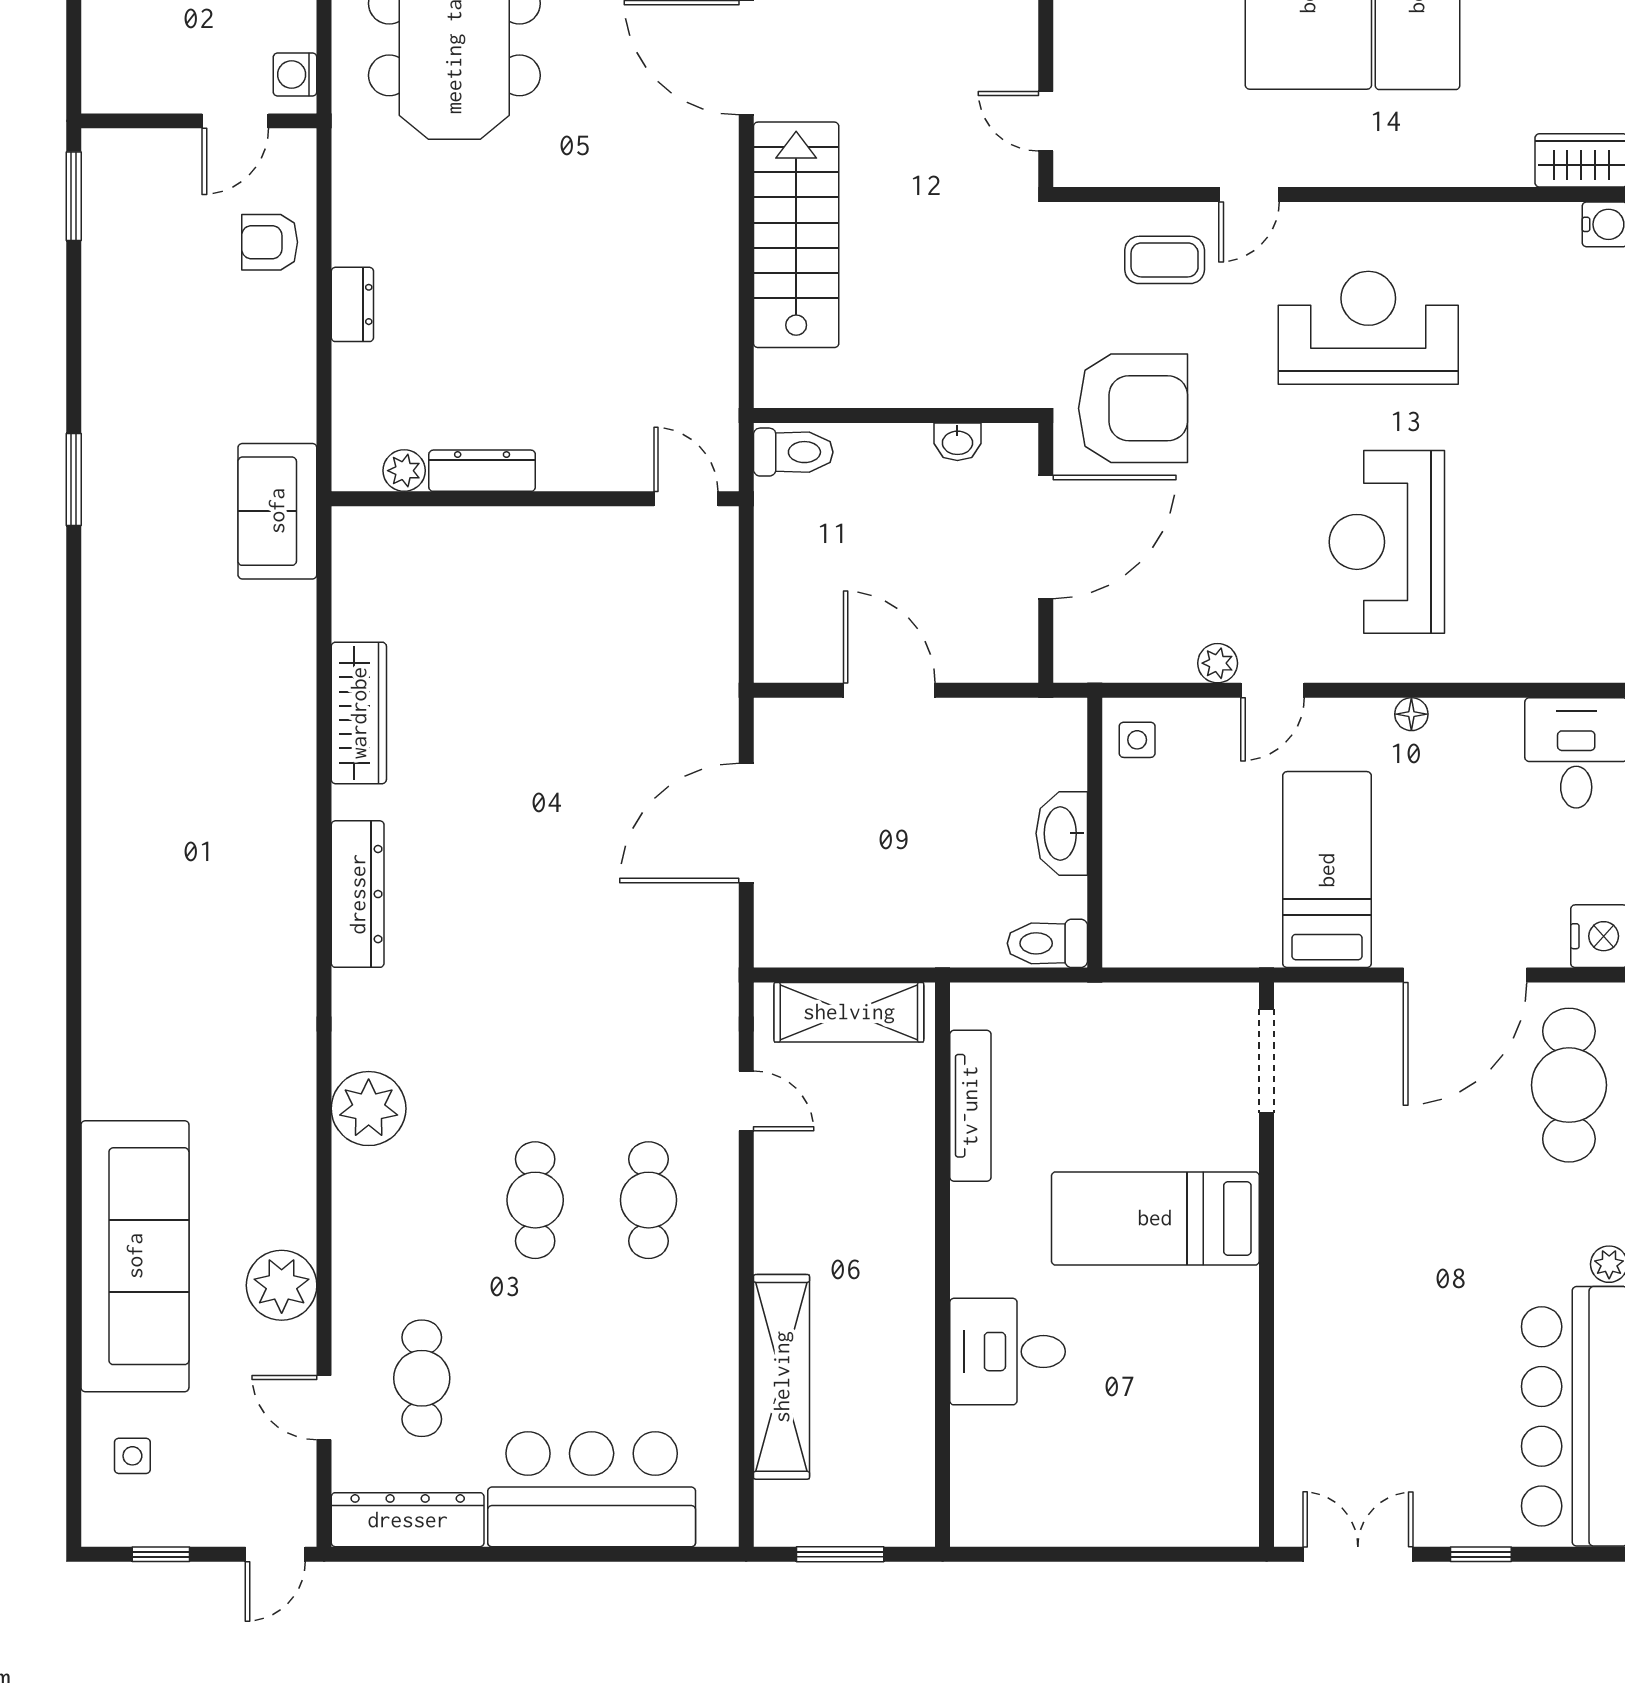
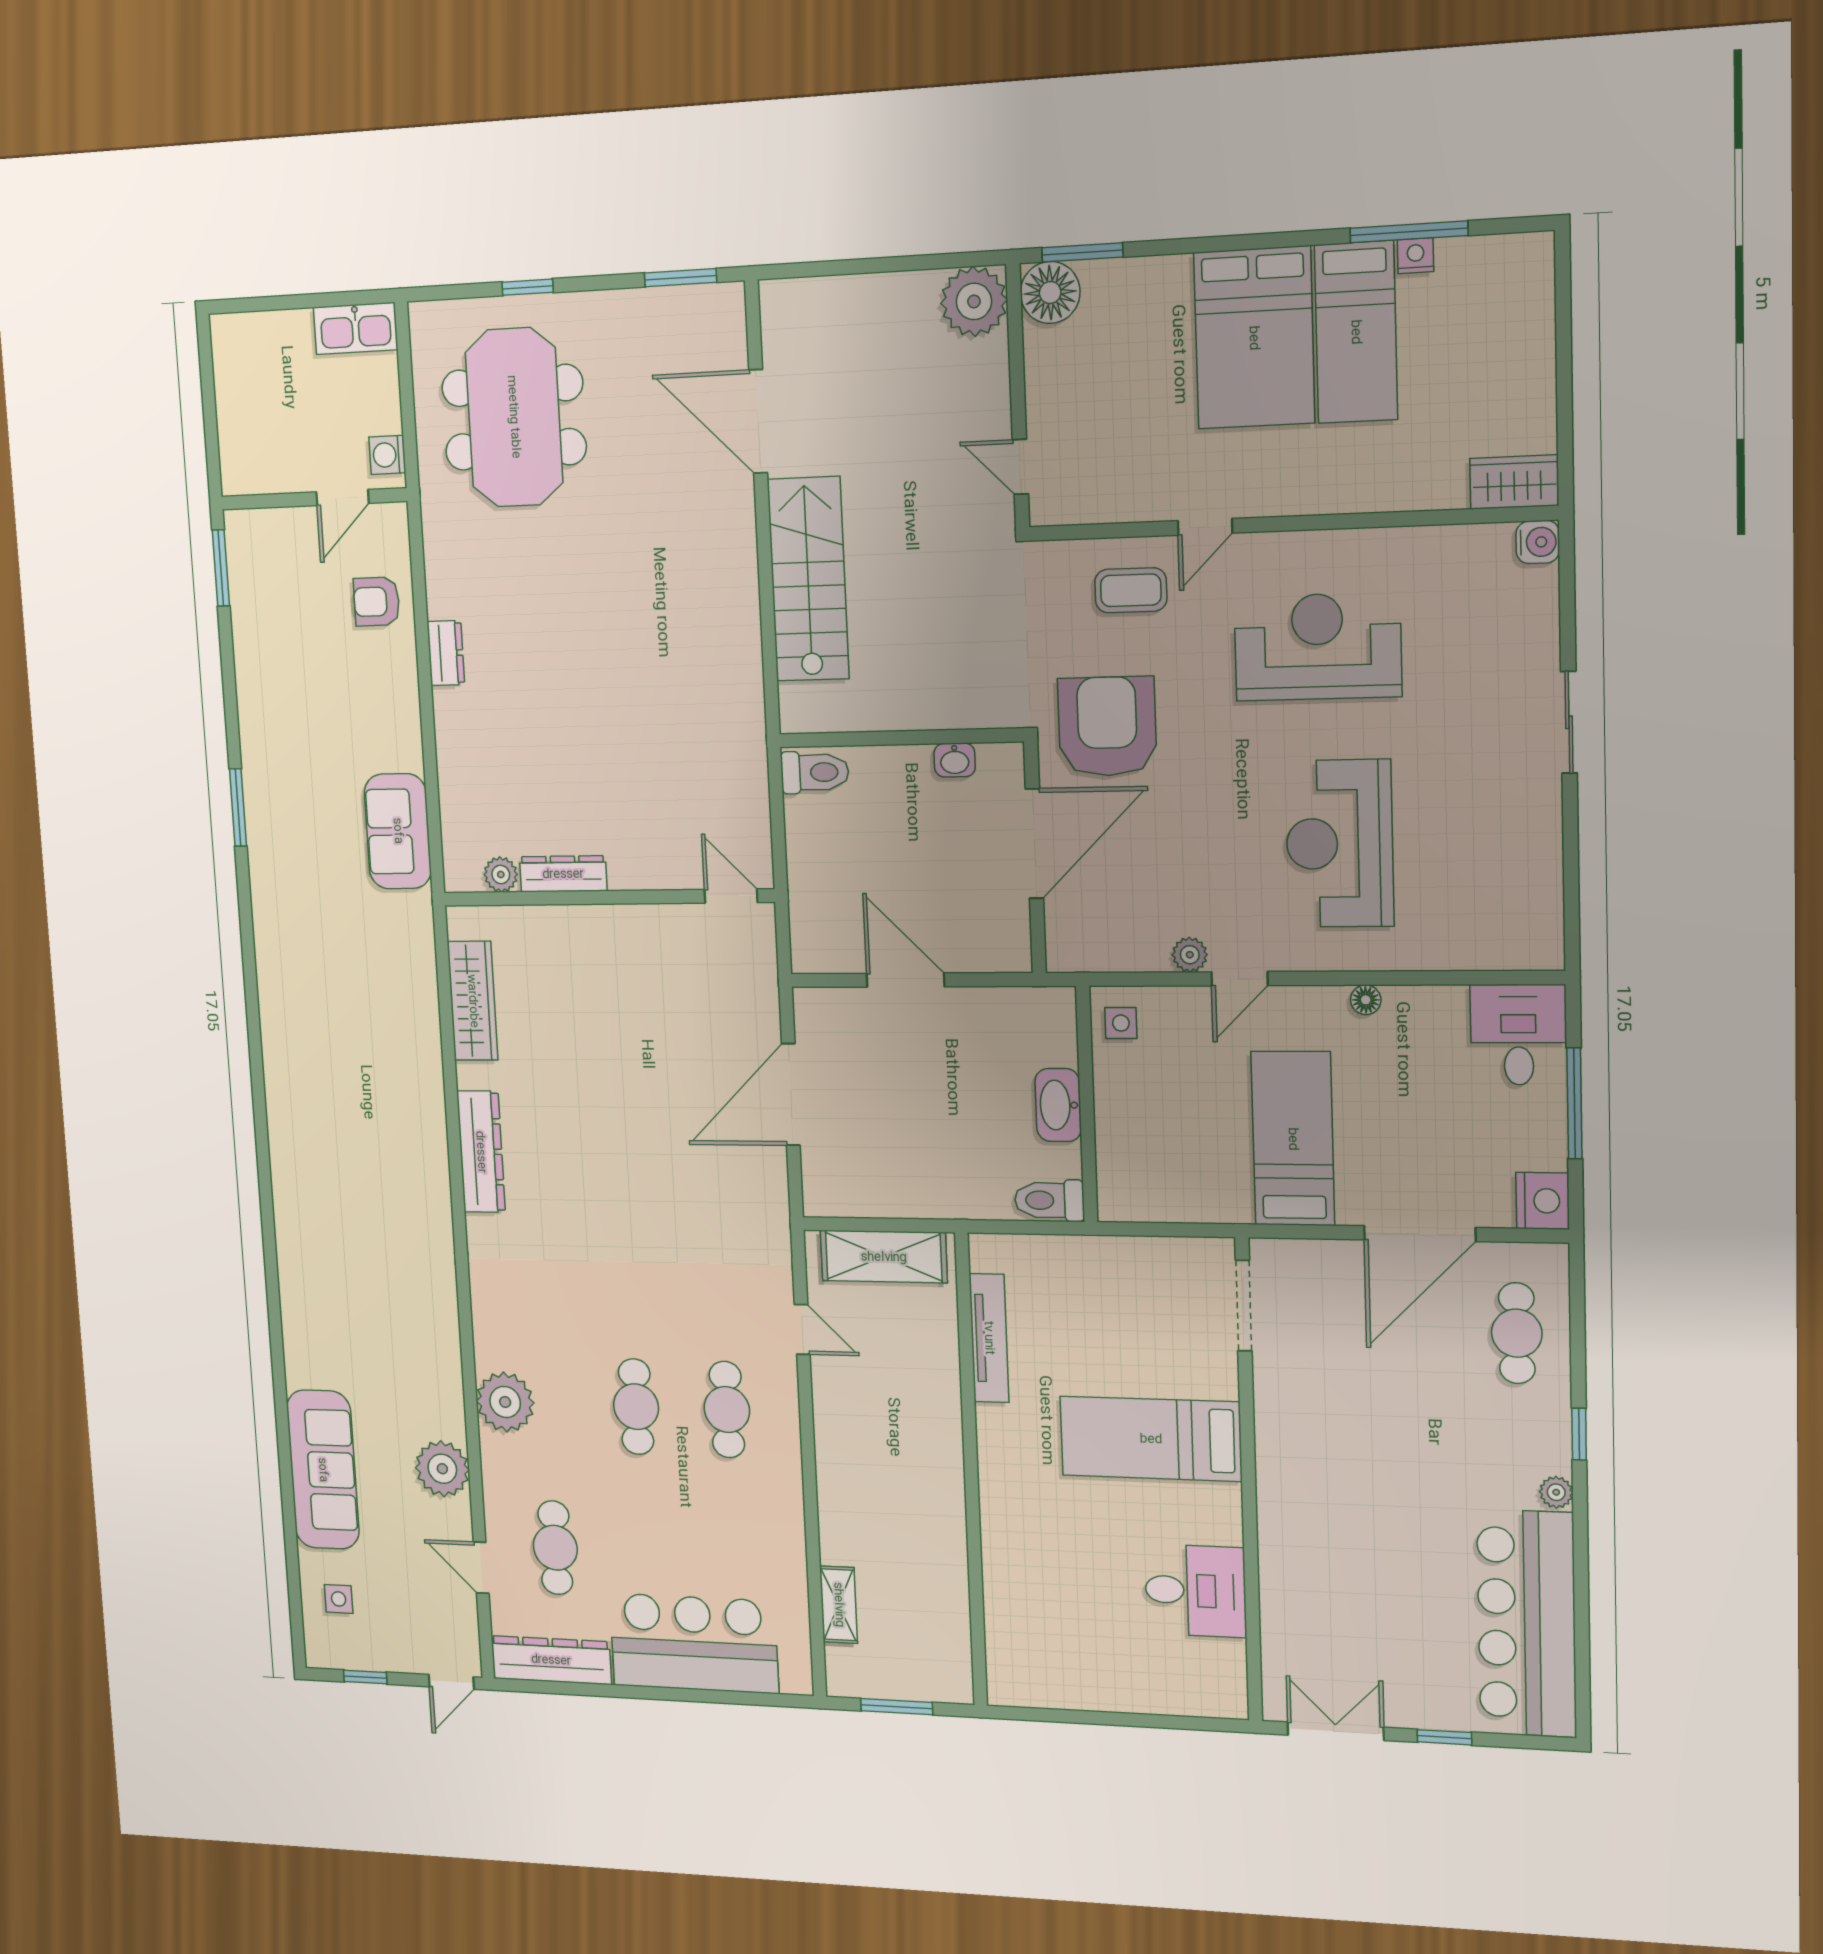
armchair: (1133, 408) -> (1107, 726), turned -90
plant: (404, 471) -> (501, 874), moved
dresser: (482, 471) -> (563, 874), moved
wall: (535, 499) -> (607, 897), moved
door: (686, 499) -> (731, 896), moved
cafe table: (1569, 1085) -> (1517, 1333), width x0.73, depth x0.74
plant: (369, 1109) -> (505, 1402), moved
sofa: (135, 1256) -> (323, 1470), width x0.74, depth x0.79
desk: (1008, 1352) -> (1196, 1591), moved, turned 180
shelving: (782, 1377) -> (839, 1605), width x0.45, depth x0.75

